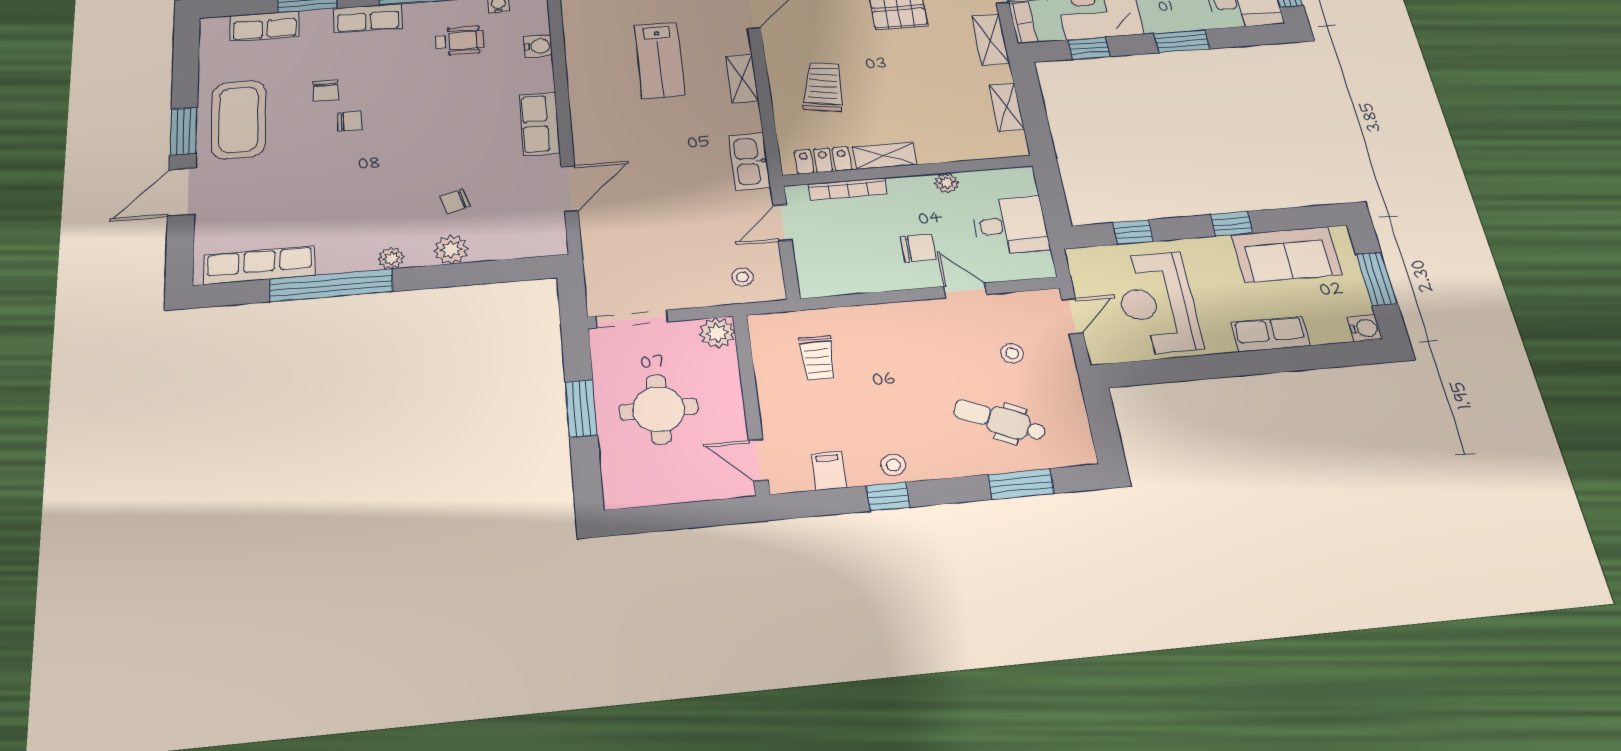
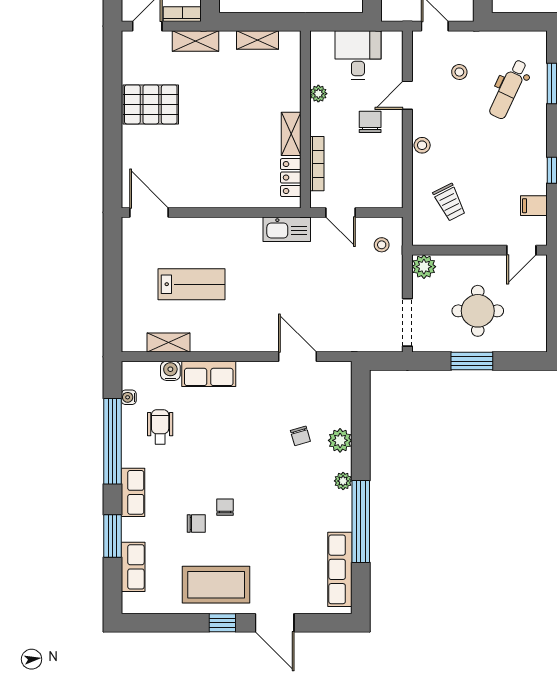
shelving: (742, 78) -> (169, 343), moved
trolley: (823, 87) -> (227, 169), removed
row of seats: (540, 124) -> (209, 374), moved
window: (184, 131) -> (222, 623), width x0.67
trolley: (817, 358) -> (450, 202), turned 63
stool: (893, 465) -> (422, 145), moved

